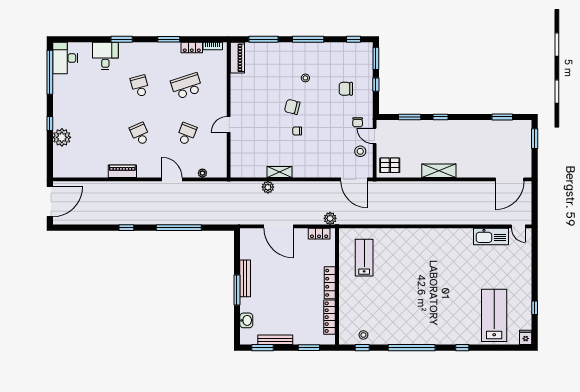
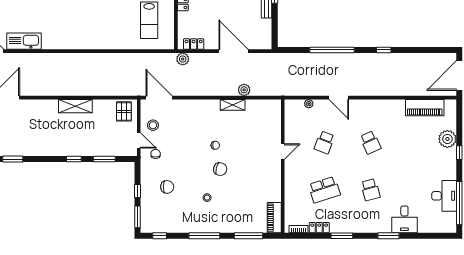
desk: (65, 58) -> (444, 196), moved
pallet: (390, 165) -> (124, 111), turned 90
piano: (122, 171) -> (425, 108), moved, width x1.37, depth x1.33

